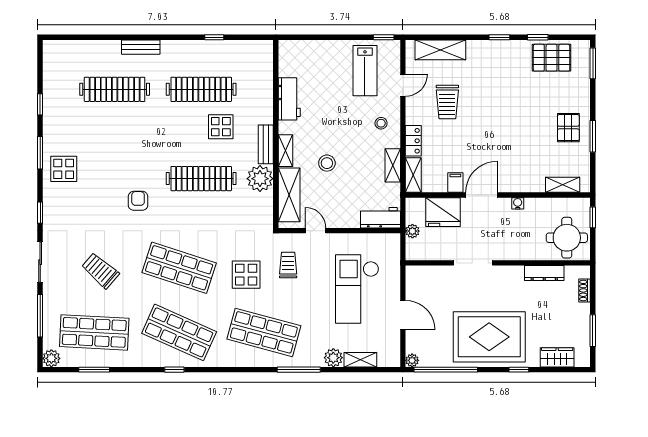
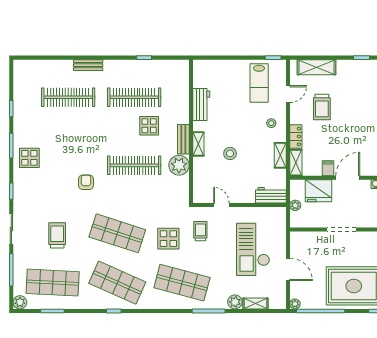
shelving: (289, 195) -> (201, 178), removed
trolley: (100, 271) -> (57, 235), turned 49

